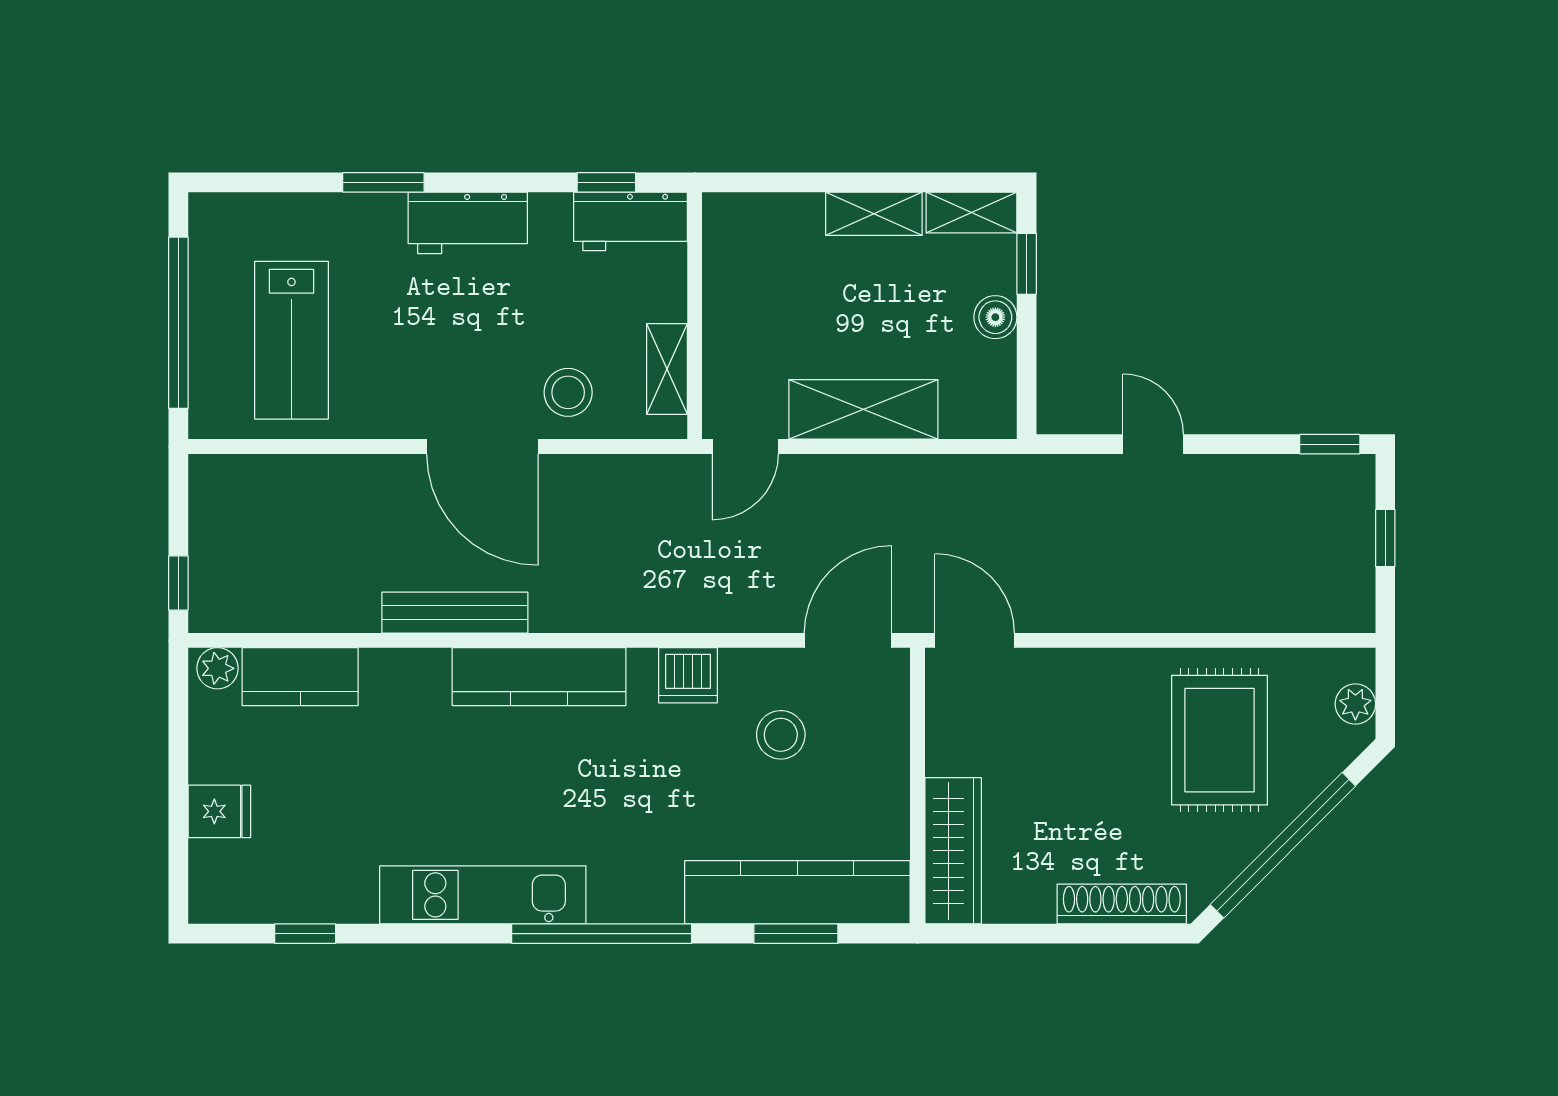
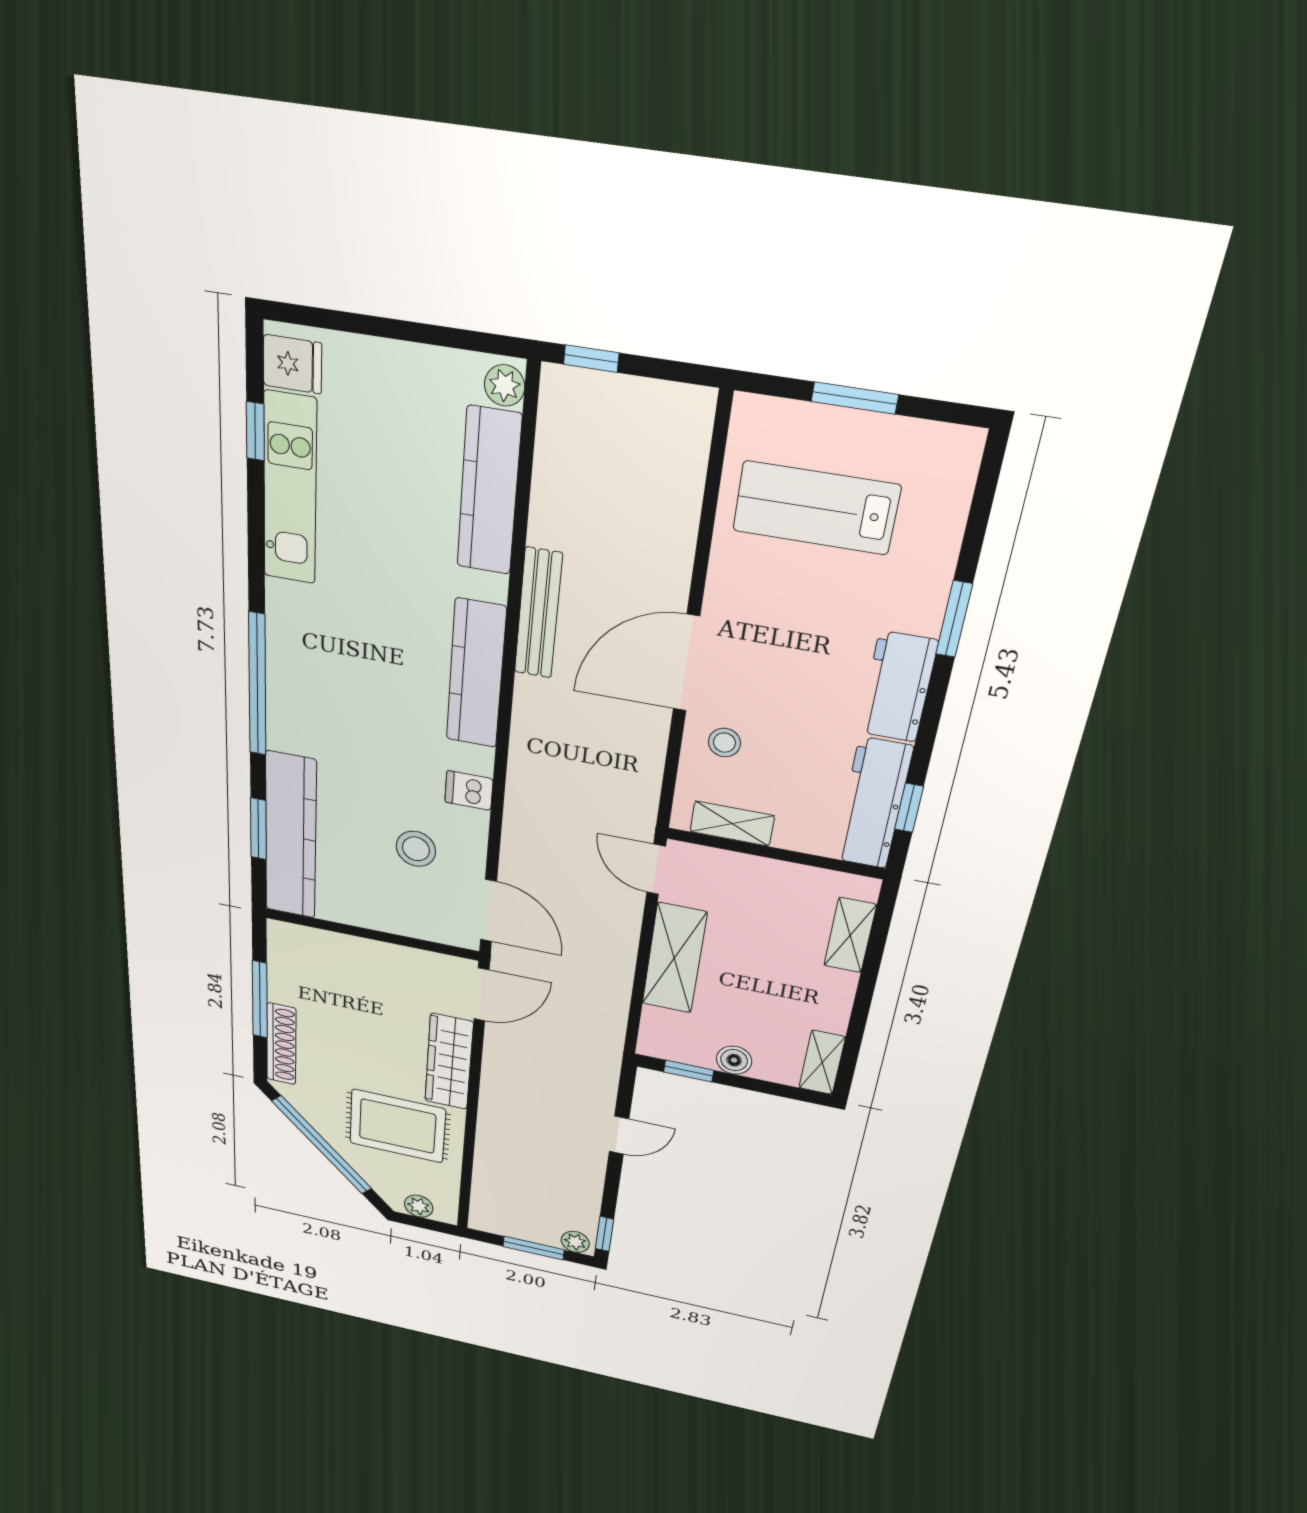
shelving: (874, 214) -> (850, 935), moved
workbench: (631, 221) -> (873, 803), width x1.38
window: (1027, 264) -> (689, 1071), moved
window: (178, 323) -> (855, 398), width x0.47
stool: (568, 392) -> (724, 743), width x0.73, depth x0.73
plant: (1356, 482) -> (575, 1242), added
window: (1385, 538) -> (534, 1248), width x1.50
dishwasher: (688, 675) -> (469, 791), width x0.73
kitchen counter: (300, 677) -> (489, 491), width x1.50
fridge: (219, 811) -> (292, 364), moved, turned -90
wardrobe: (953, 851) -> (449, 1062), moved, turned 90
kitchen unit: (483, 895) -> (290, 489), moved
window: (1056, 934) -> (260, 1000), added

